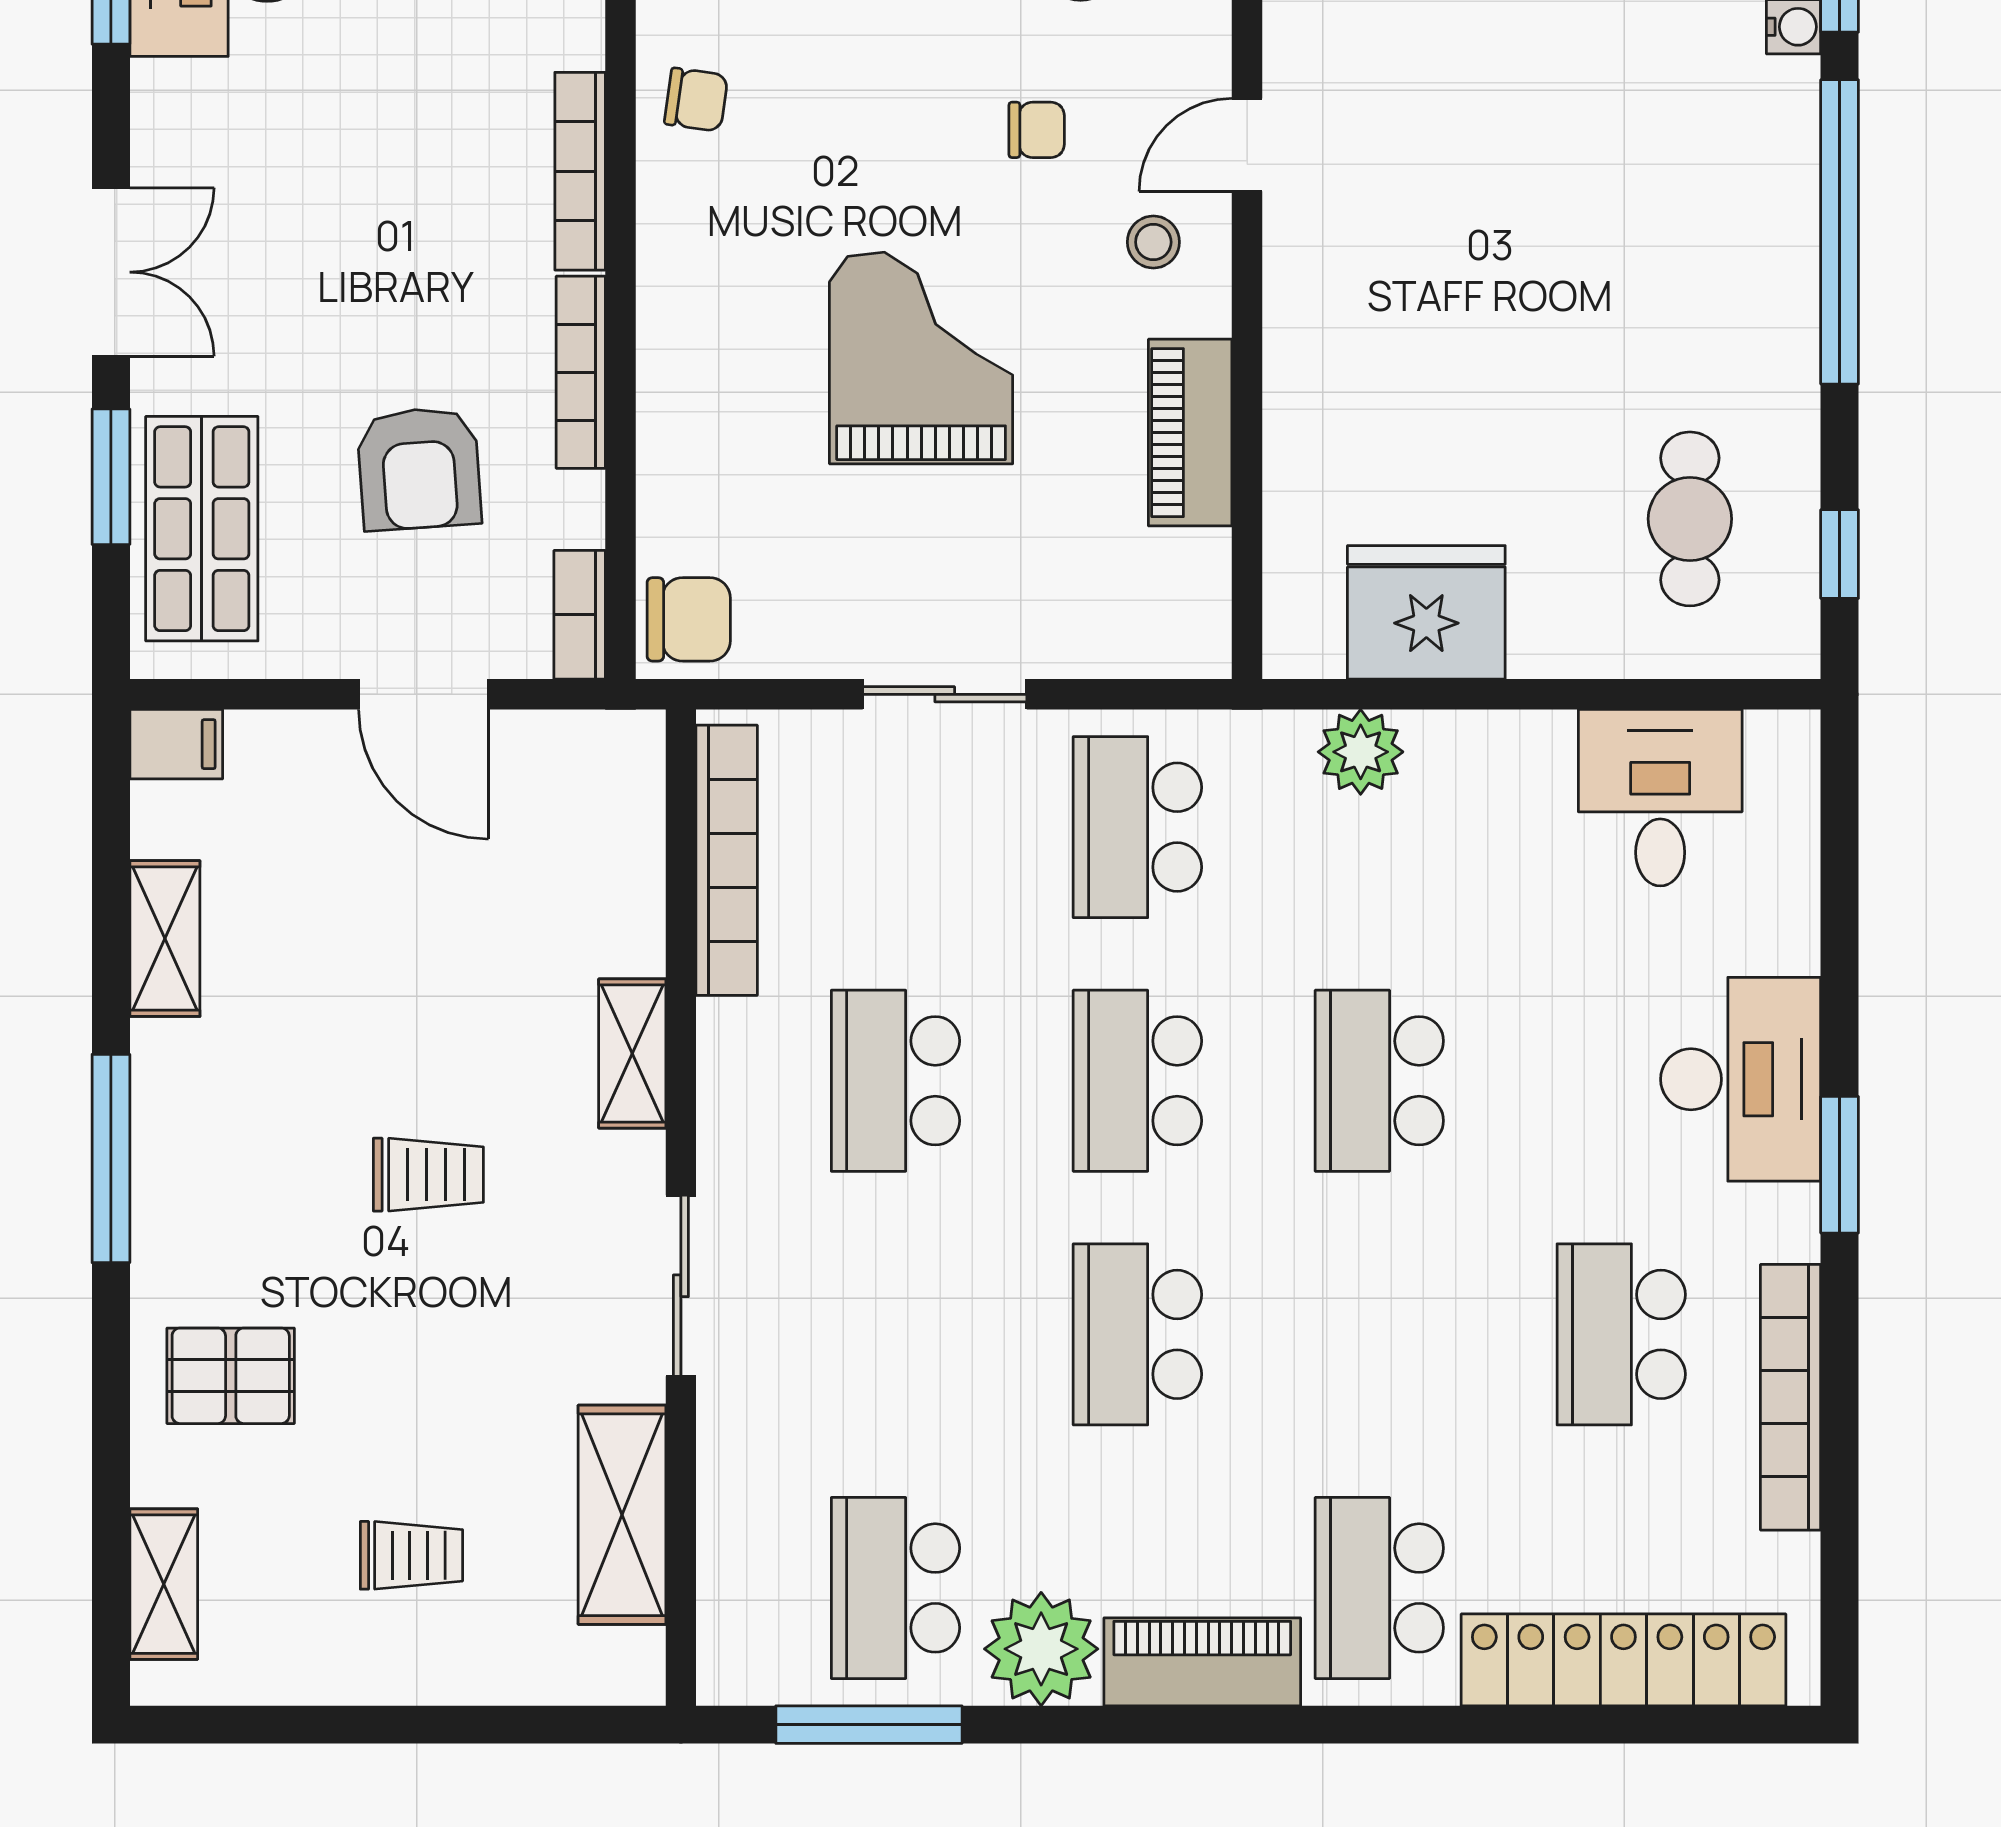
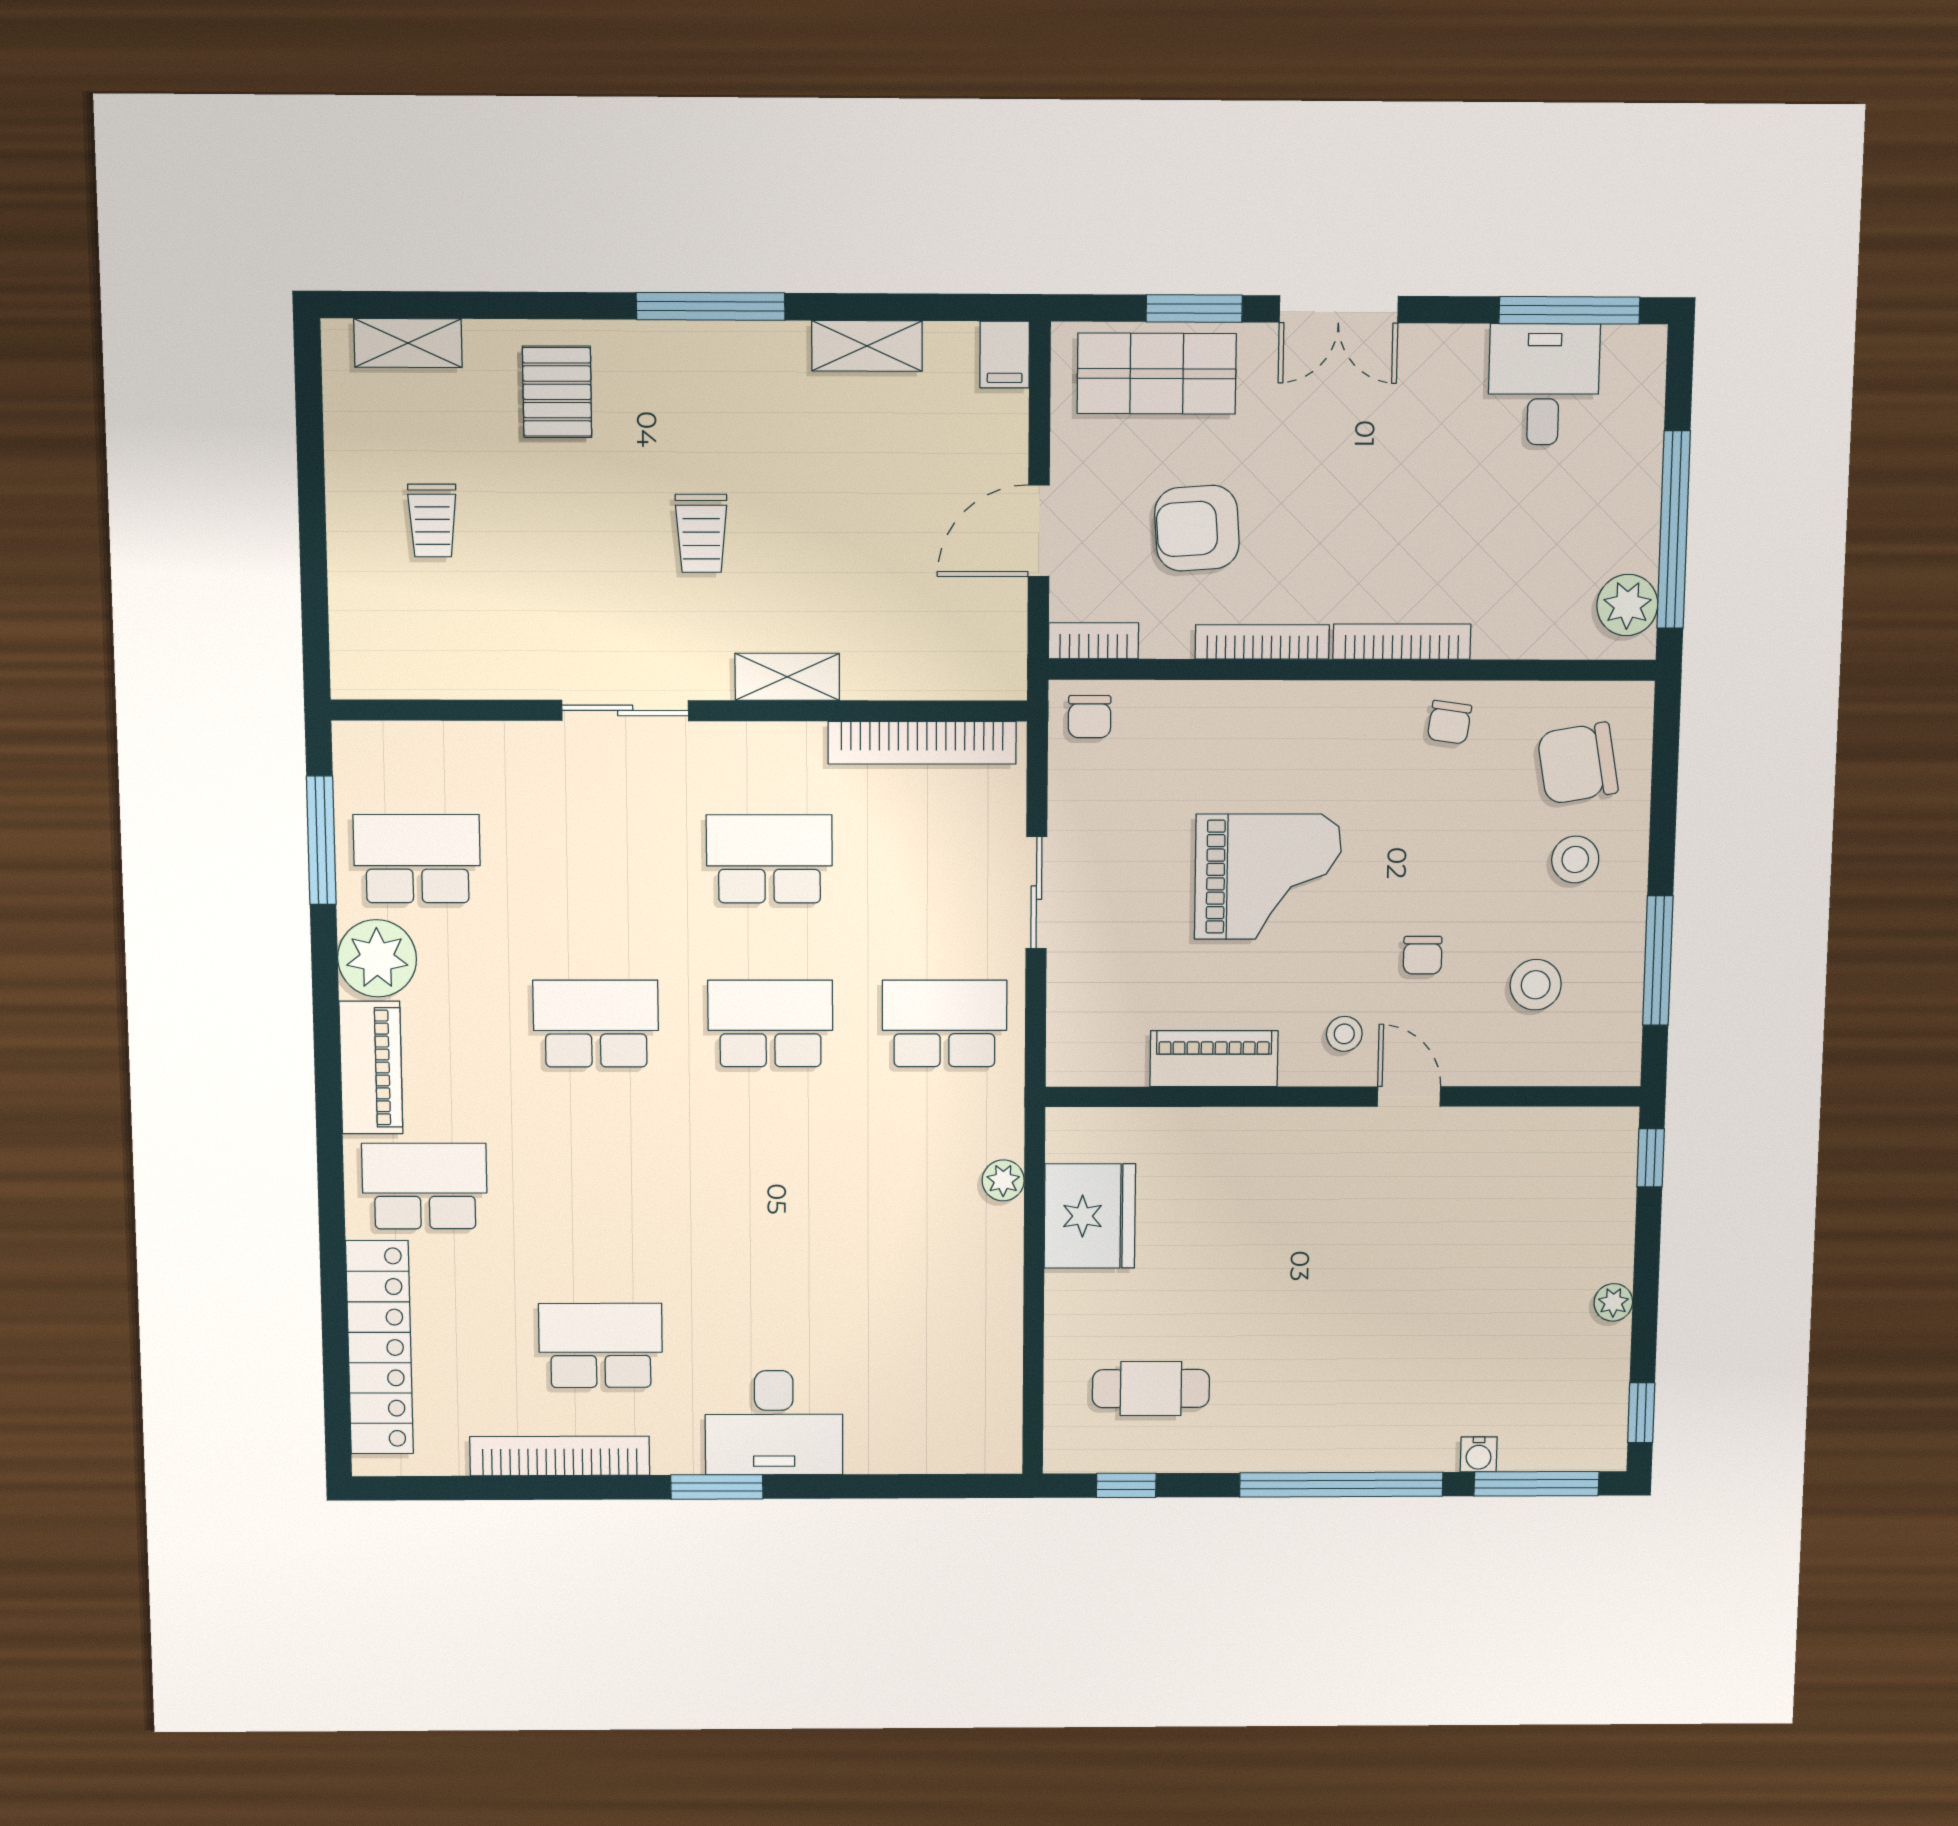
chair: (689, 619) -> (1090, 717), width x0.73, depth x0.73
plant: (1361, 752) -> (1003, 1180), width x0.73, depth x0.73
desk: (1660, 798) -> (964, 1370), removed
school desk: (1379, 1081) -> (771, 1185), removed
shelving: (622, 1515) -> (464, 669), removed

